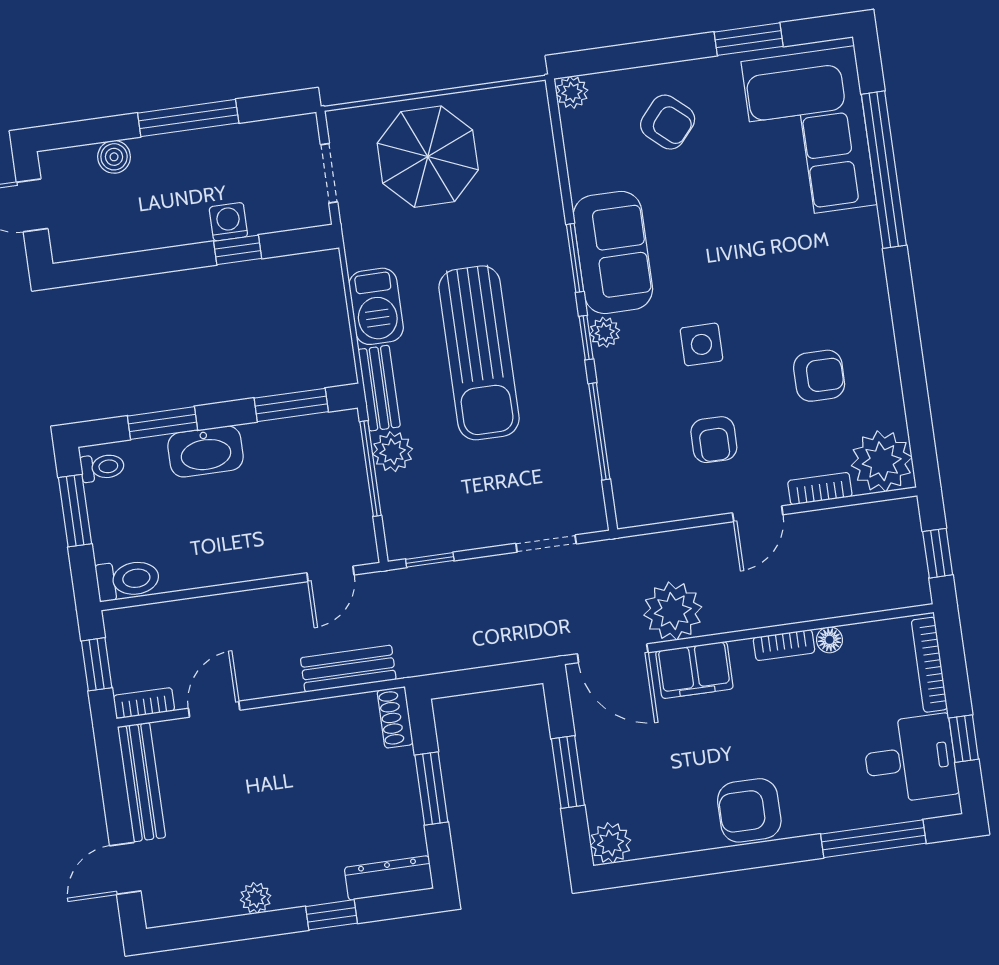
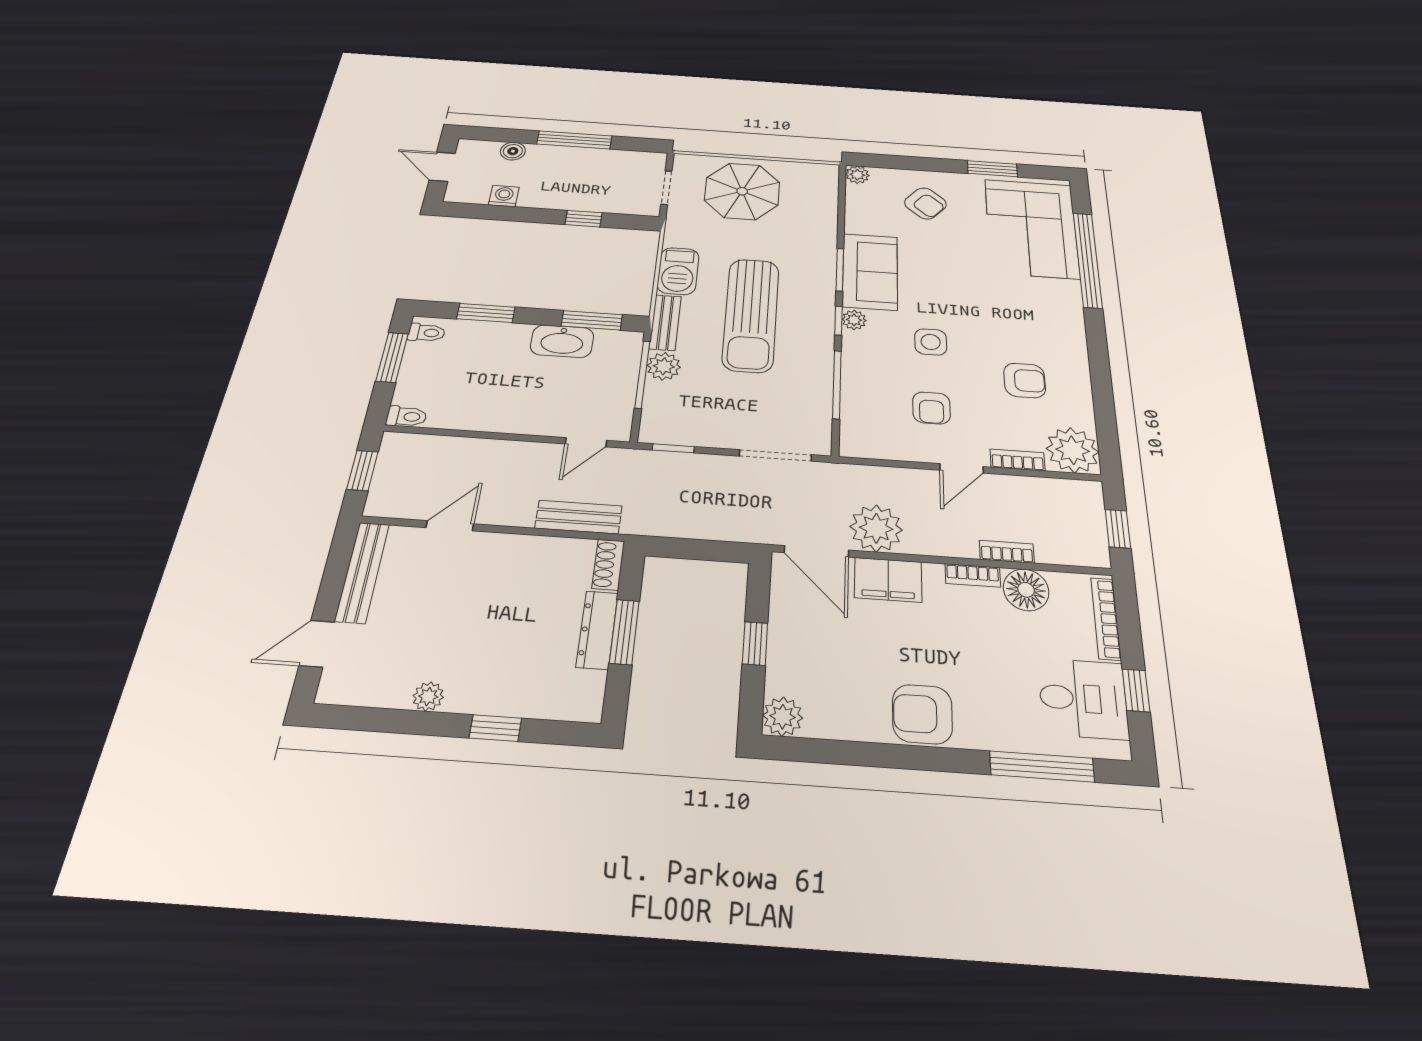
washing machine: (228, 222) -> (504, 196), moved
washbasin: (206, 451) -> (562, 341), moved
doorway: (546, 544) -> (775, 455), width x1.38
toilet: (128, 579) -> (406, 417), width x0.73, depth x0.72
floor lamp: (830, 640) -> (1026, 590), width x1.89, depth x1.89
bookcase: (144, 703) -> (1007, 552), moved
window: (568, 772) -> (755, 643), width x0.67
dresser: (389, 878) -> (597, 630), moved, turned -90

